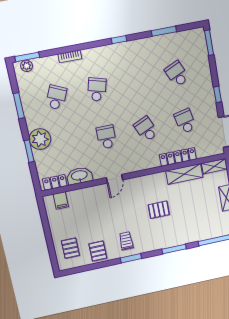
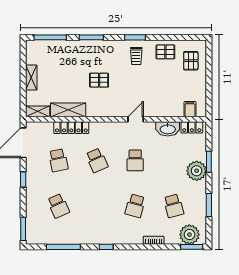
window: (164, 31) -> (63, 247), width x1.44
plant: (27, 66) -> (189, 235), width x1.88, depth x1.88
school desk: (56, 97) -> (174, 206), turned -39
pallet: (98, 251) -> (165, 52), turned 90

